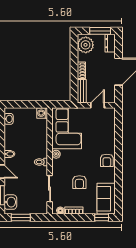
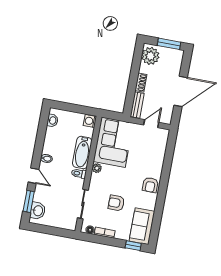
dresser: (110, 43) -> (177, 59), removed
bathtub: (41, 143) -> (82, 152), added
armchair: (79, 182) -> (116, 203), turned 90
window: (21, 218) -> (46, 229), removed

